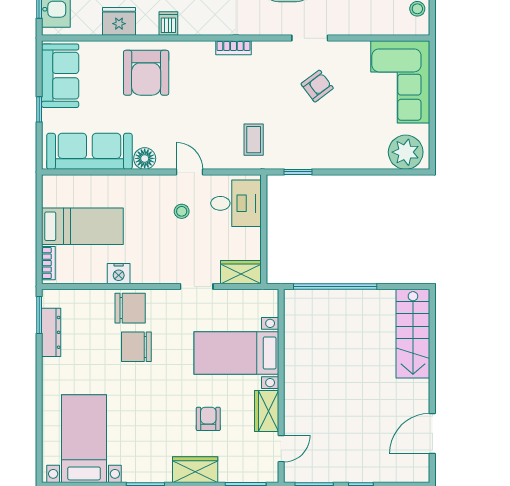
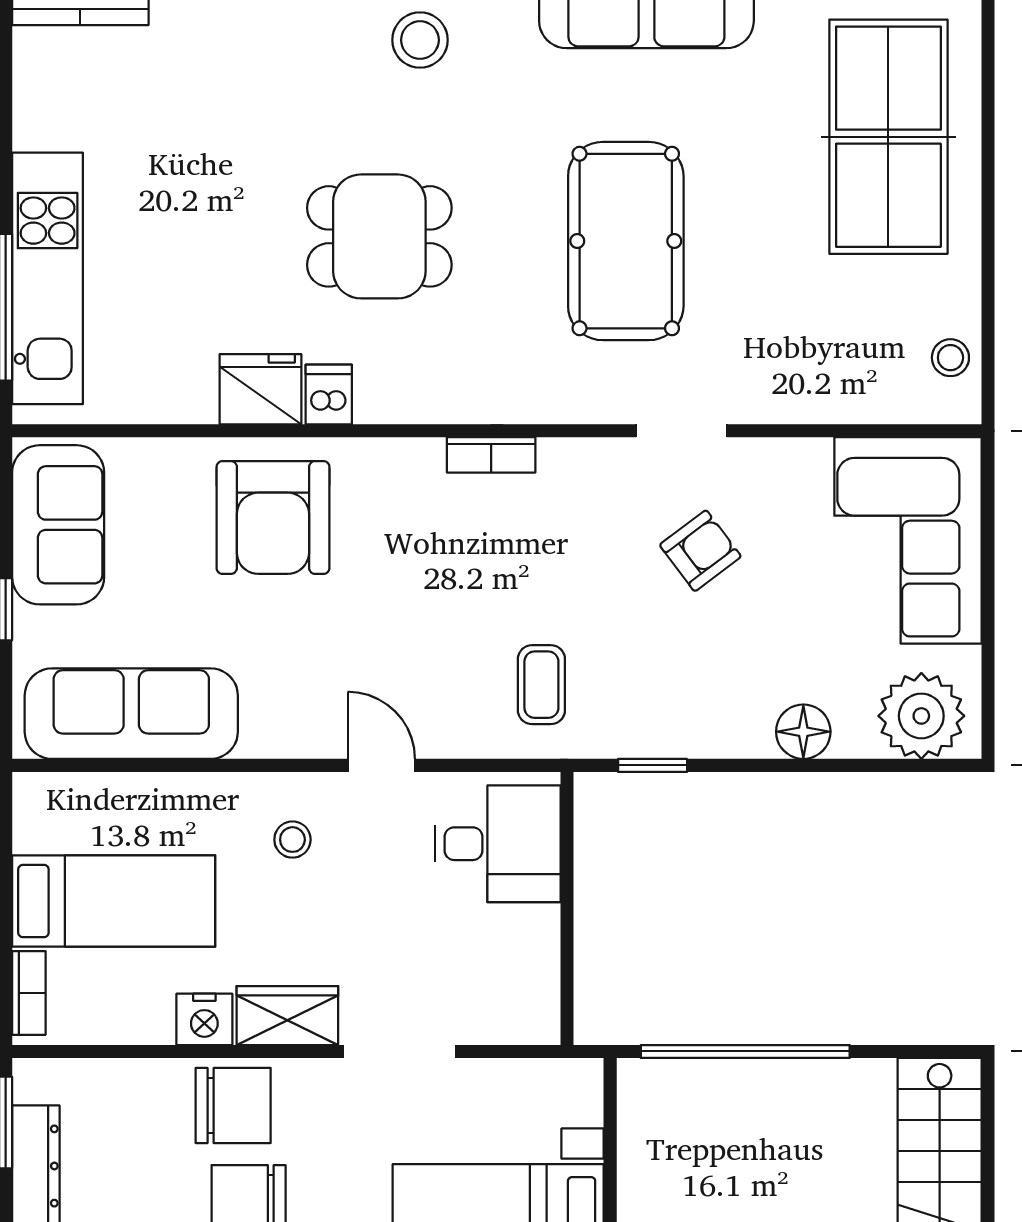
fridge: (119, 21) -> (261, 389), moved
floor lamp: (145, 158) -> (803, 732), moved
stool: (182, 211) -> (292, 840), moved
wardrobe: (241, 272) -> (287, 1016), moved
doorway: (197, 286) -> (399, 1051), width x1.38

